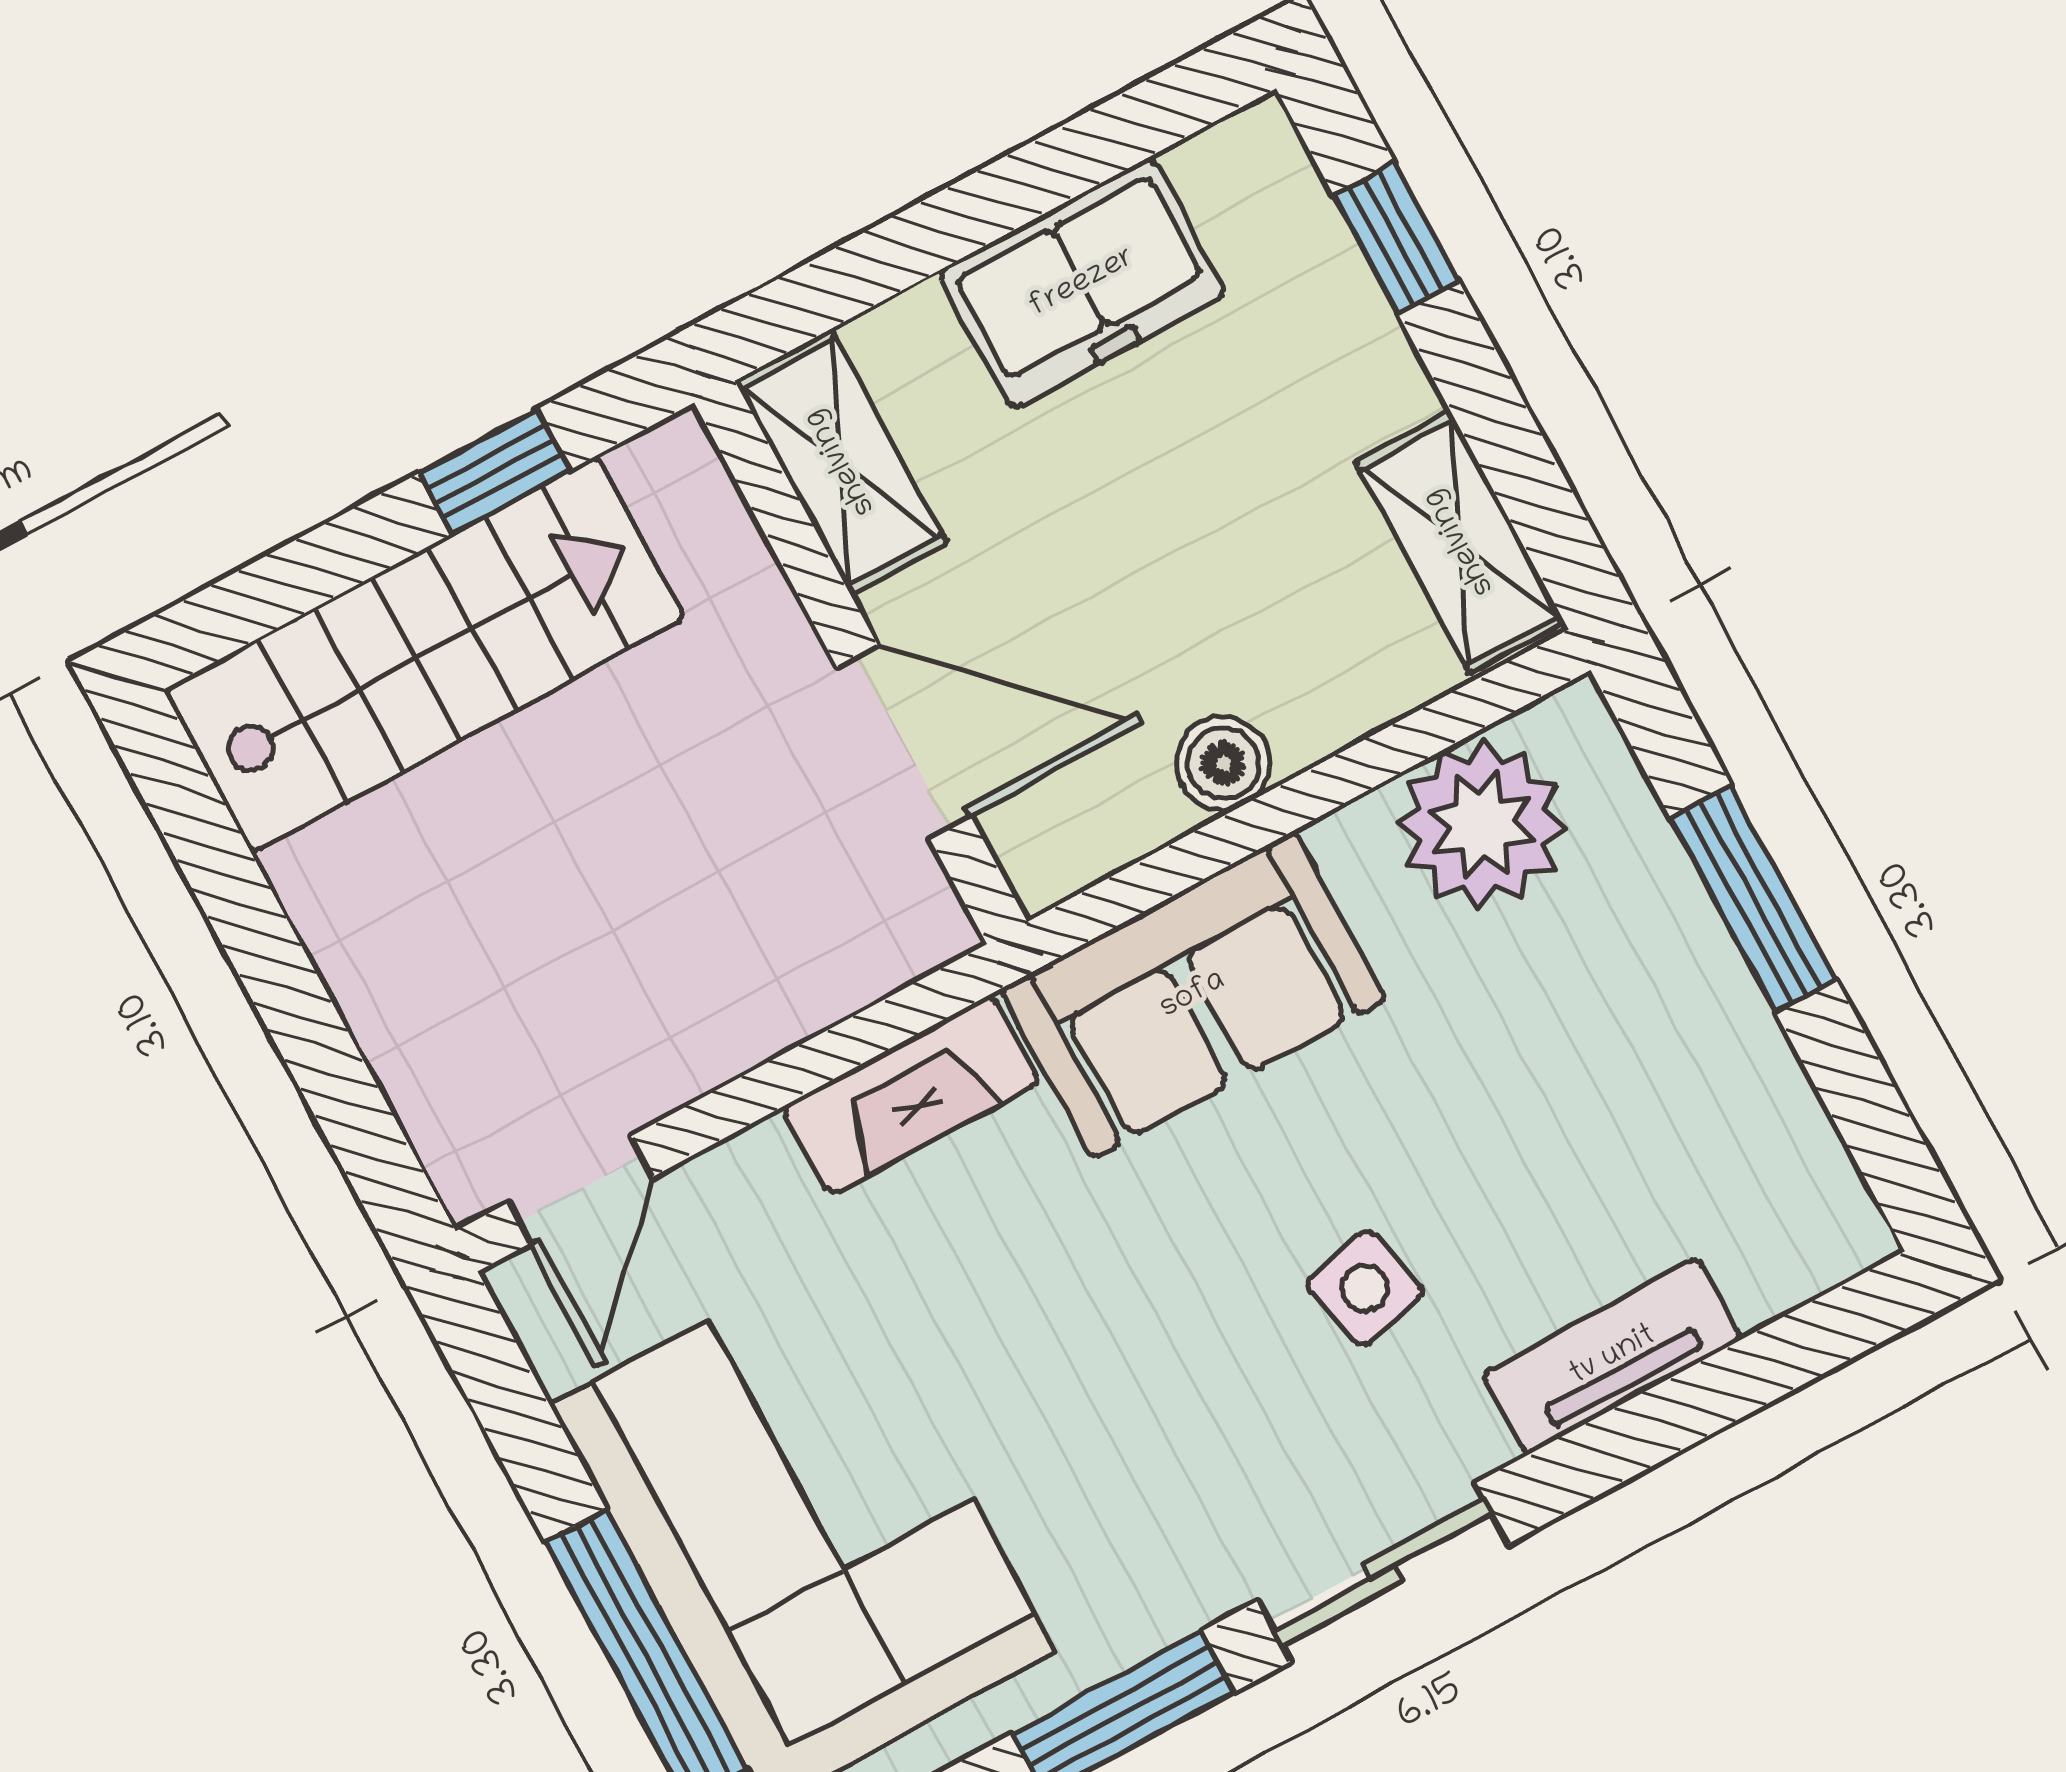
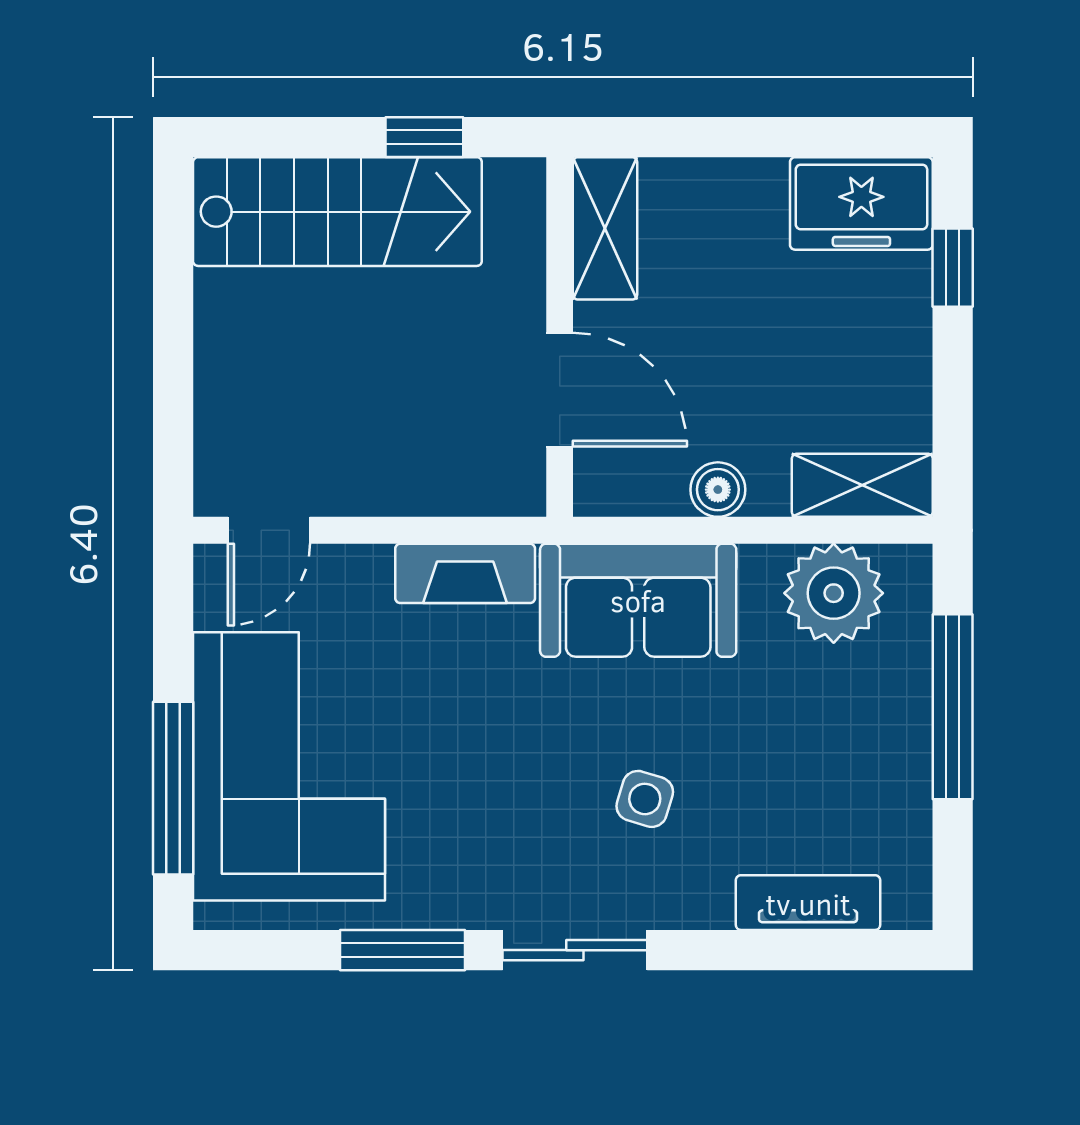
freezer: (1082, 283) -> (861, 203), moved
shelving: (1460, 542) -> (862, 485), moved, turned 90
window: (1753, 899) -> (953, 707), width x1.44
side table: (1365, 1288) -> (645, 799), turned 31
tv unit: (1613, 1356) -> (808, 903), moved

